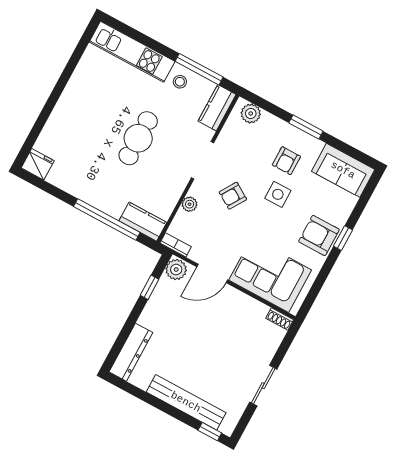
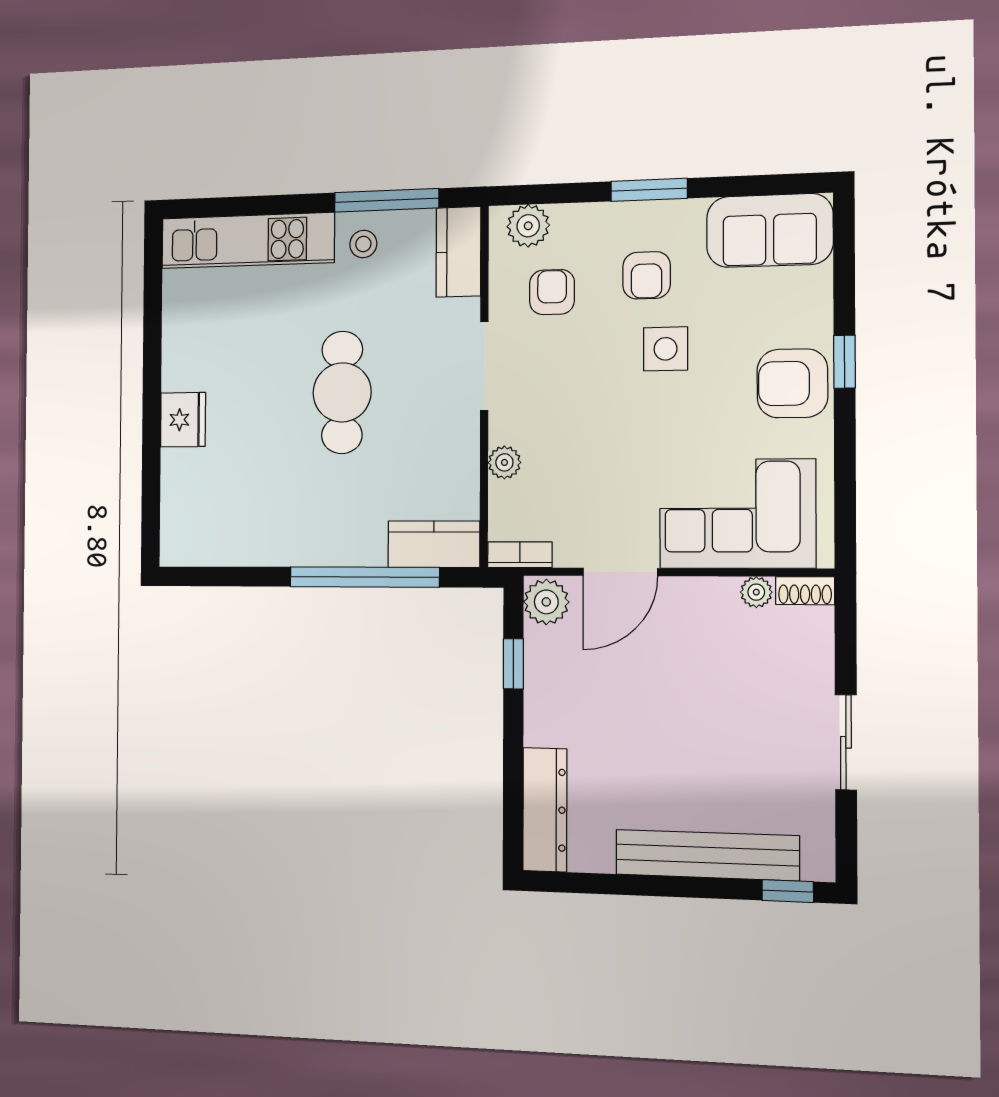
fridge: (38, 164) -> (183, 420), moved, turned 90
armchair: (233, 196) -> (552, 292), moved, turned 148
plant: (261, 310) -> (756, 592), added

